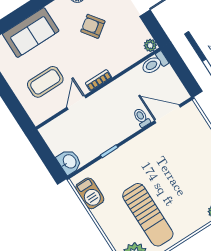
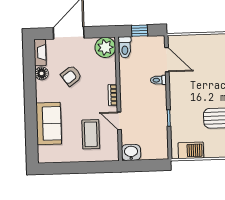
plant: (150, 45) -> (105, 47), width x1.88, depth x1.88
window: (180, 68) -> (140, 31), added
door: (167, 114) -> (167, 60), swing flipped
washbasin: (69, 162) -> (131, 152), moved

